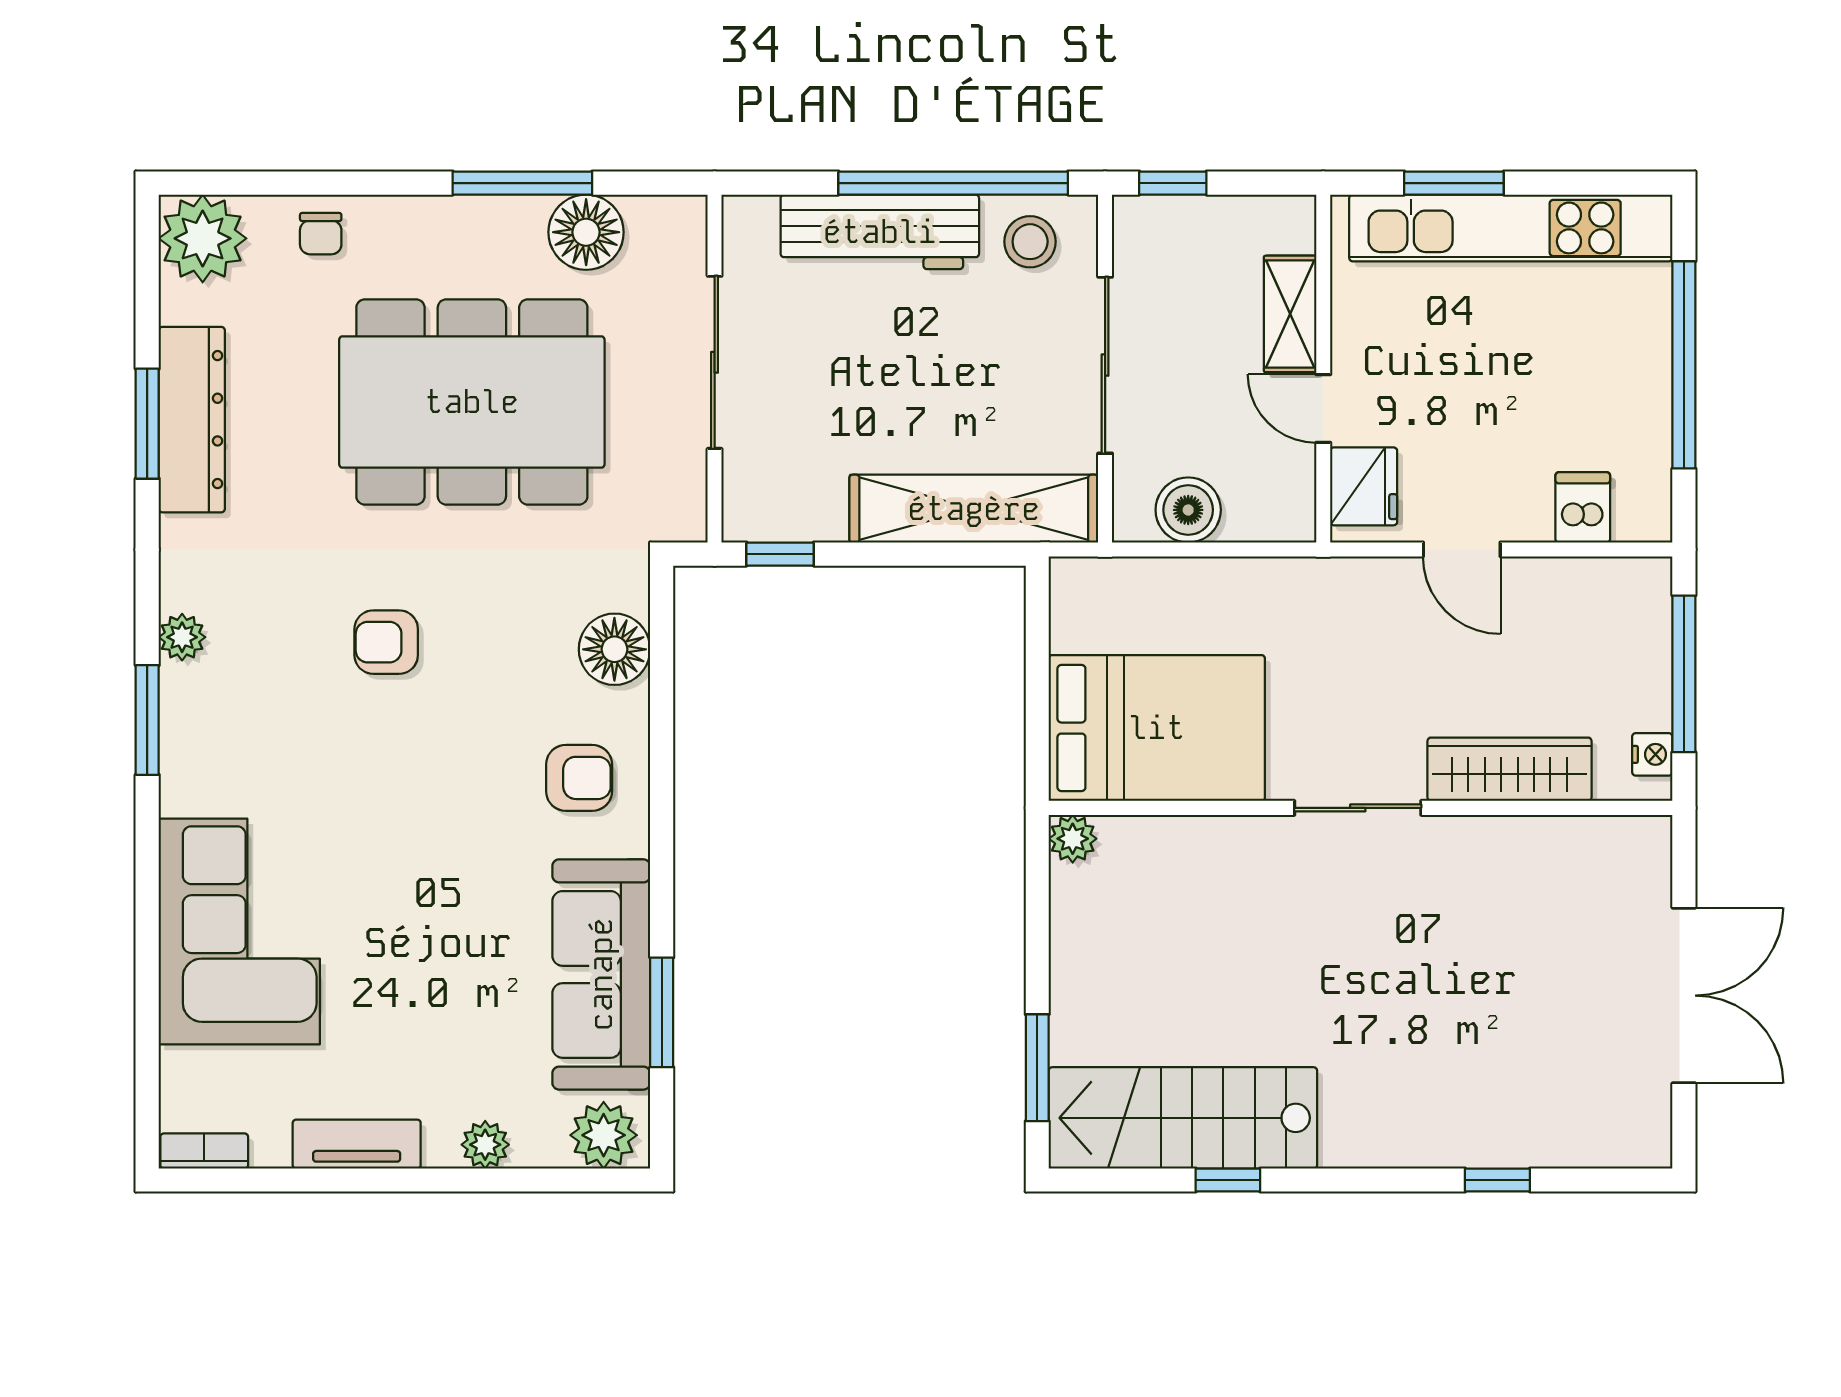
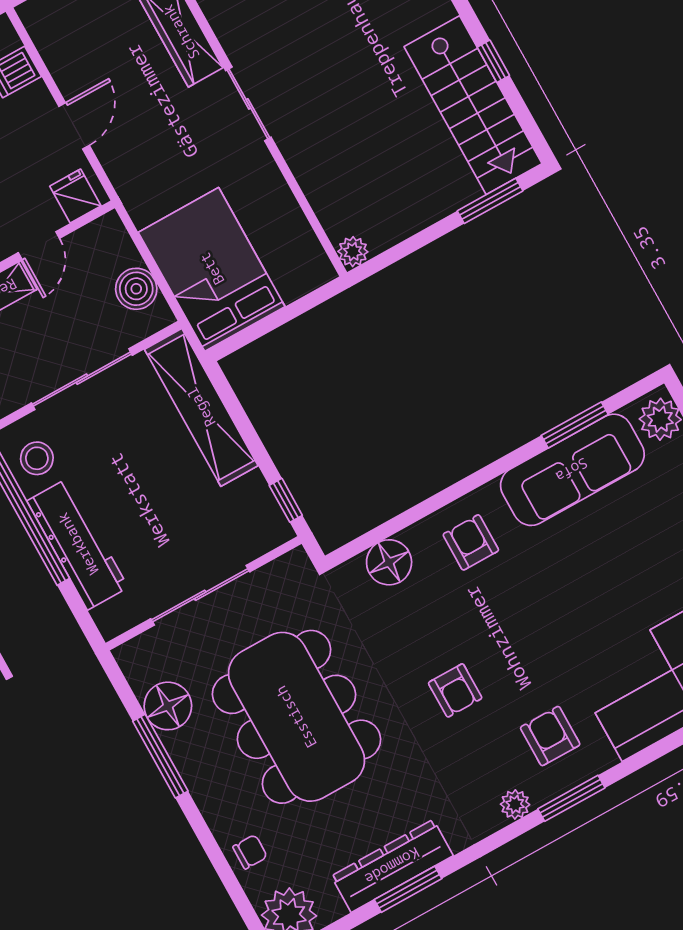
fridge: (1364, 486) -> (75, 196), width x0.72
bed: (1157, 728) -> (212, 269), moved
armchair: (250, 739) -> (550, 736), added

